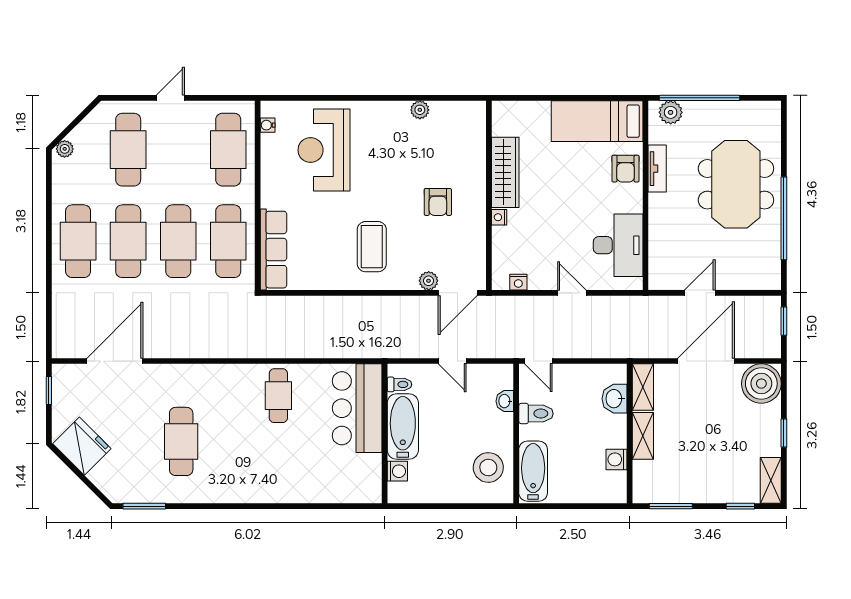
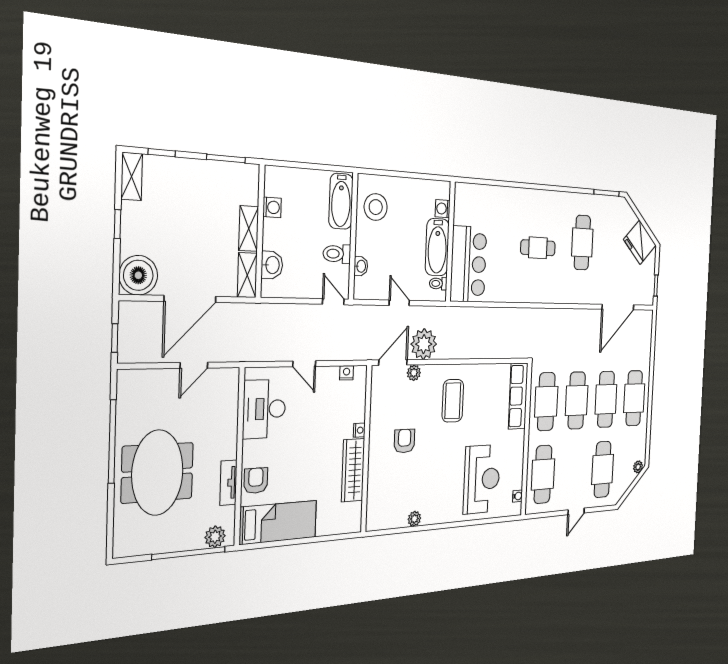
plant: (416, 314) -> (424, 344), added
cafe table: (278, 396) -> (538, 248), moved, turned 90

